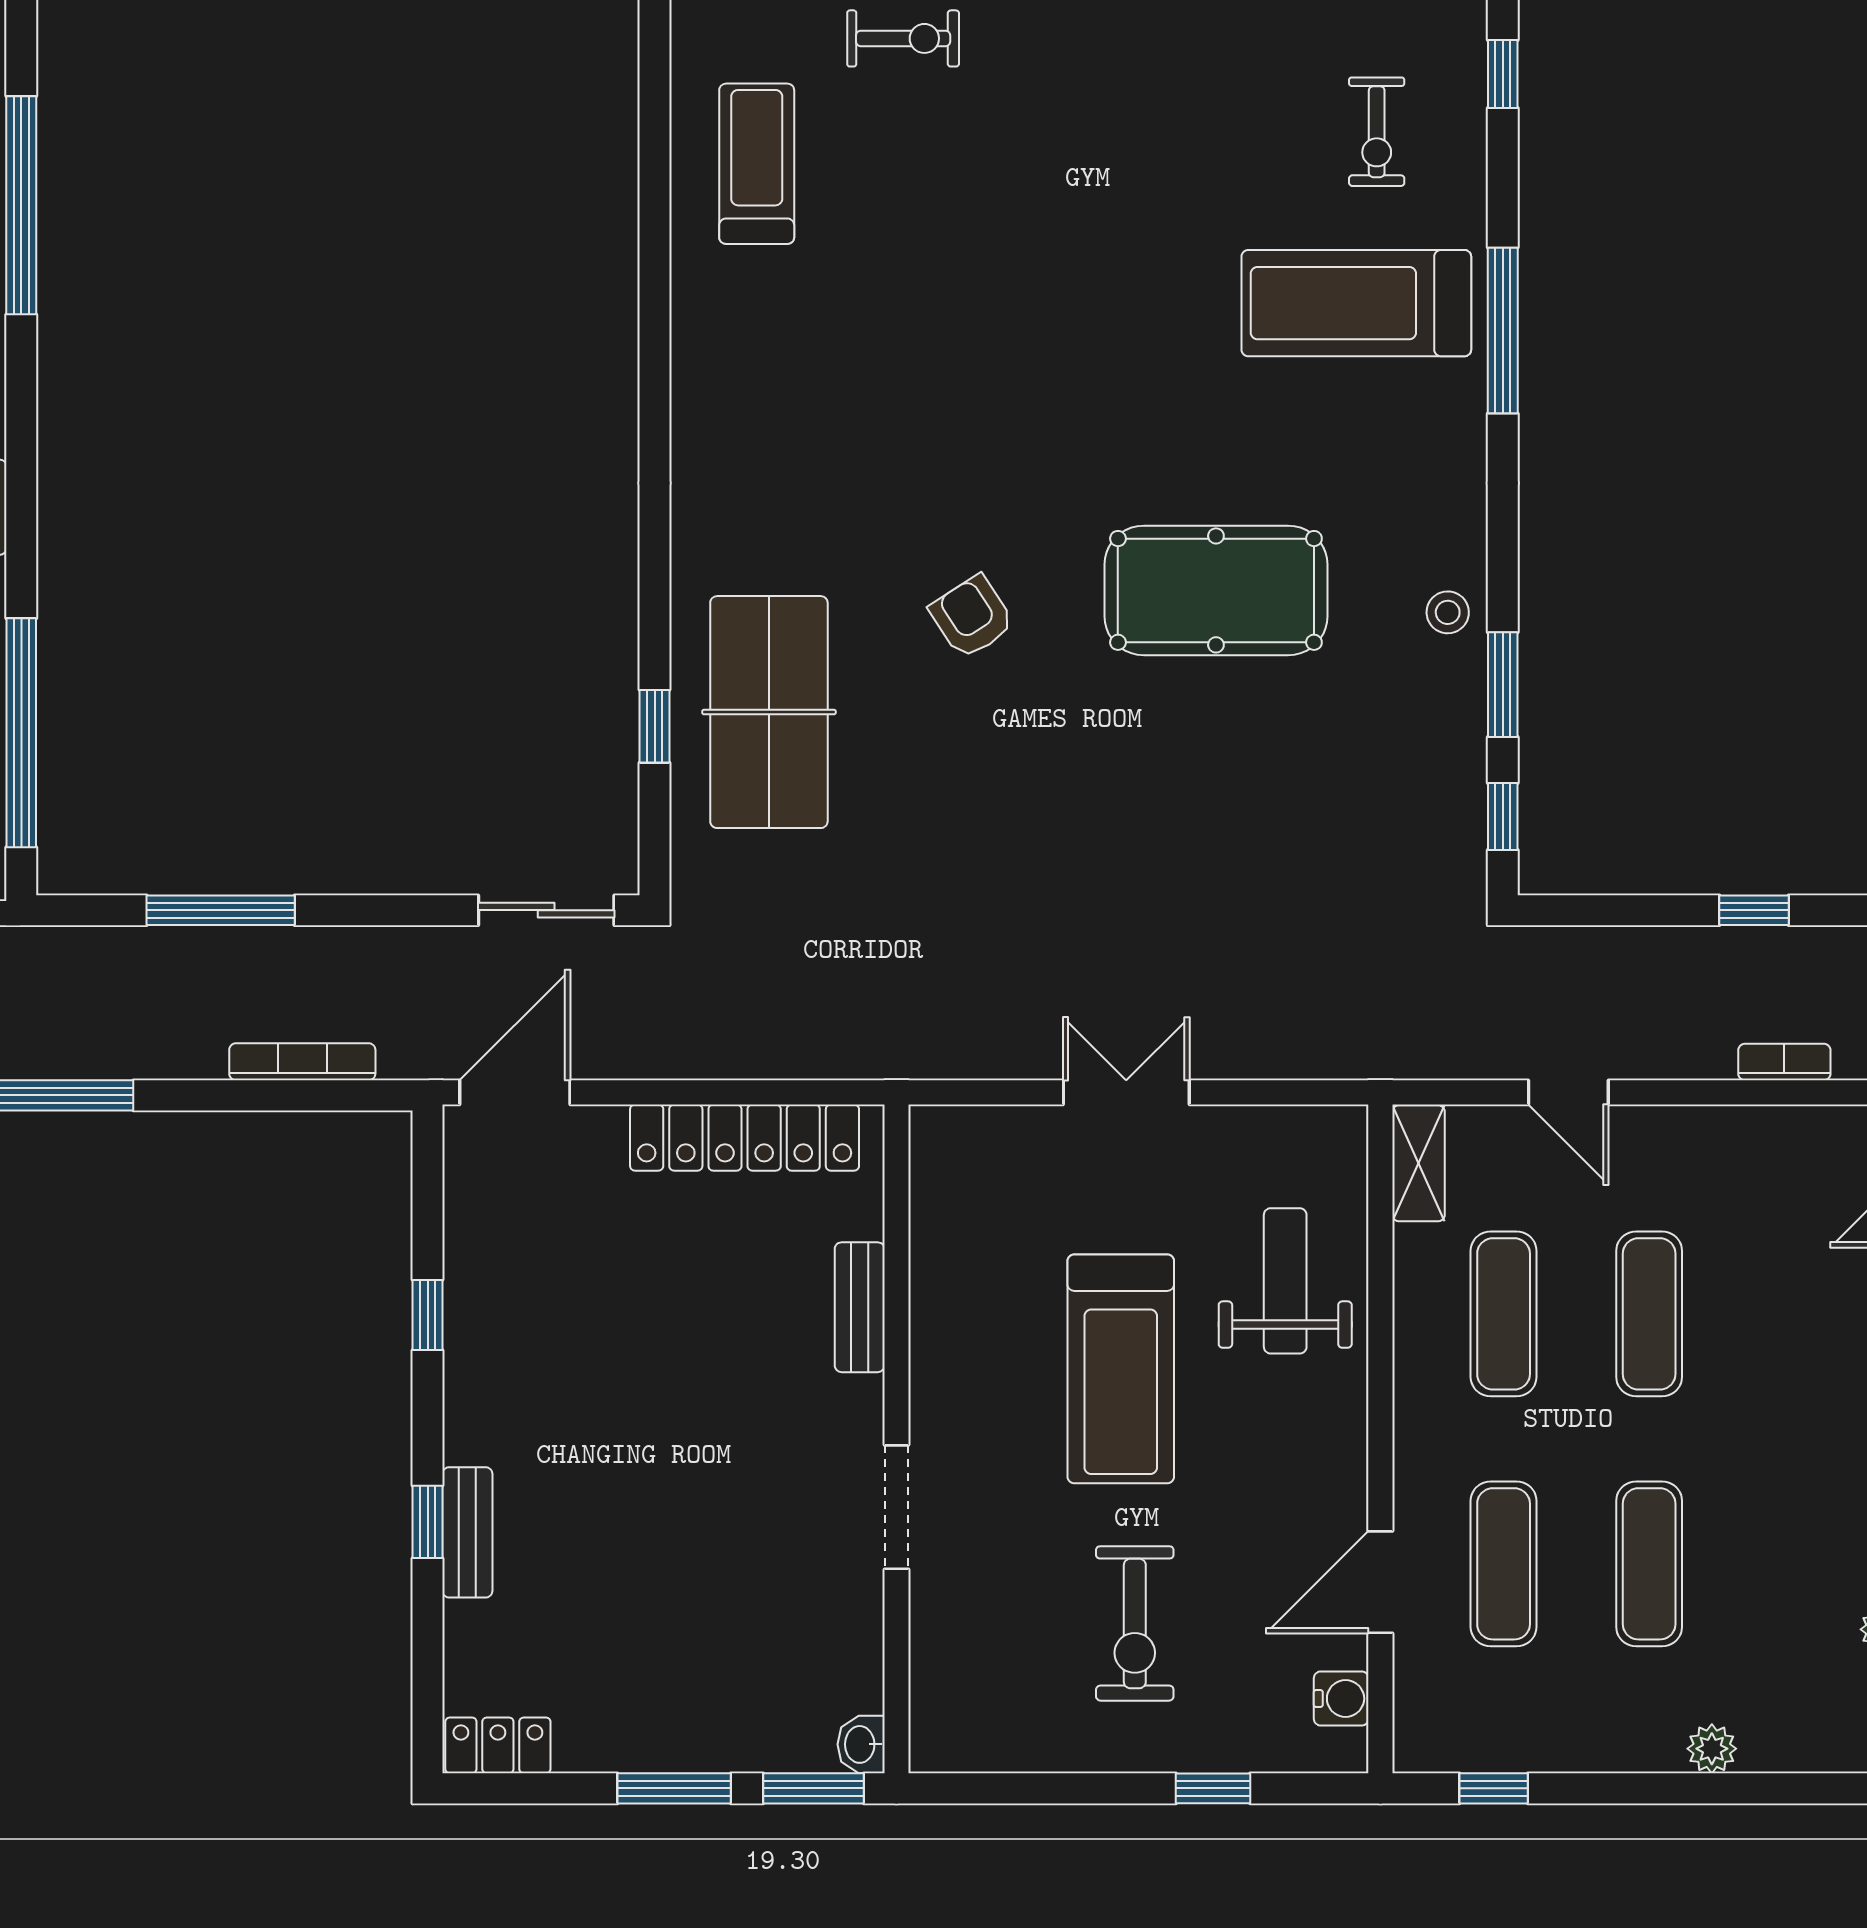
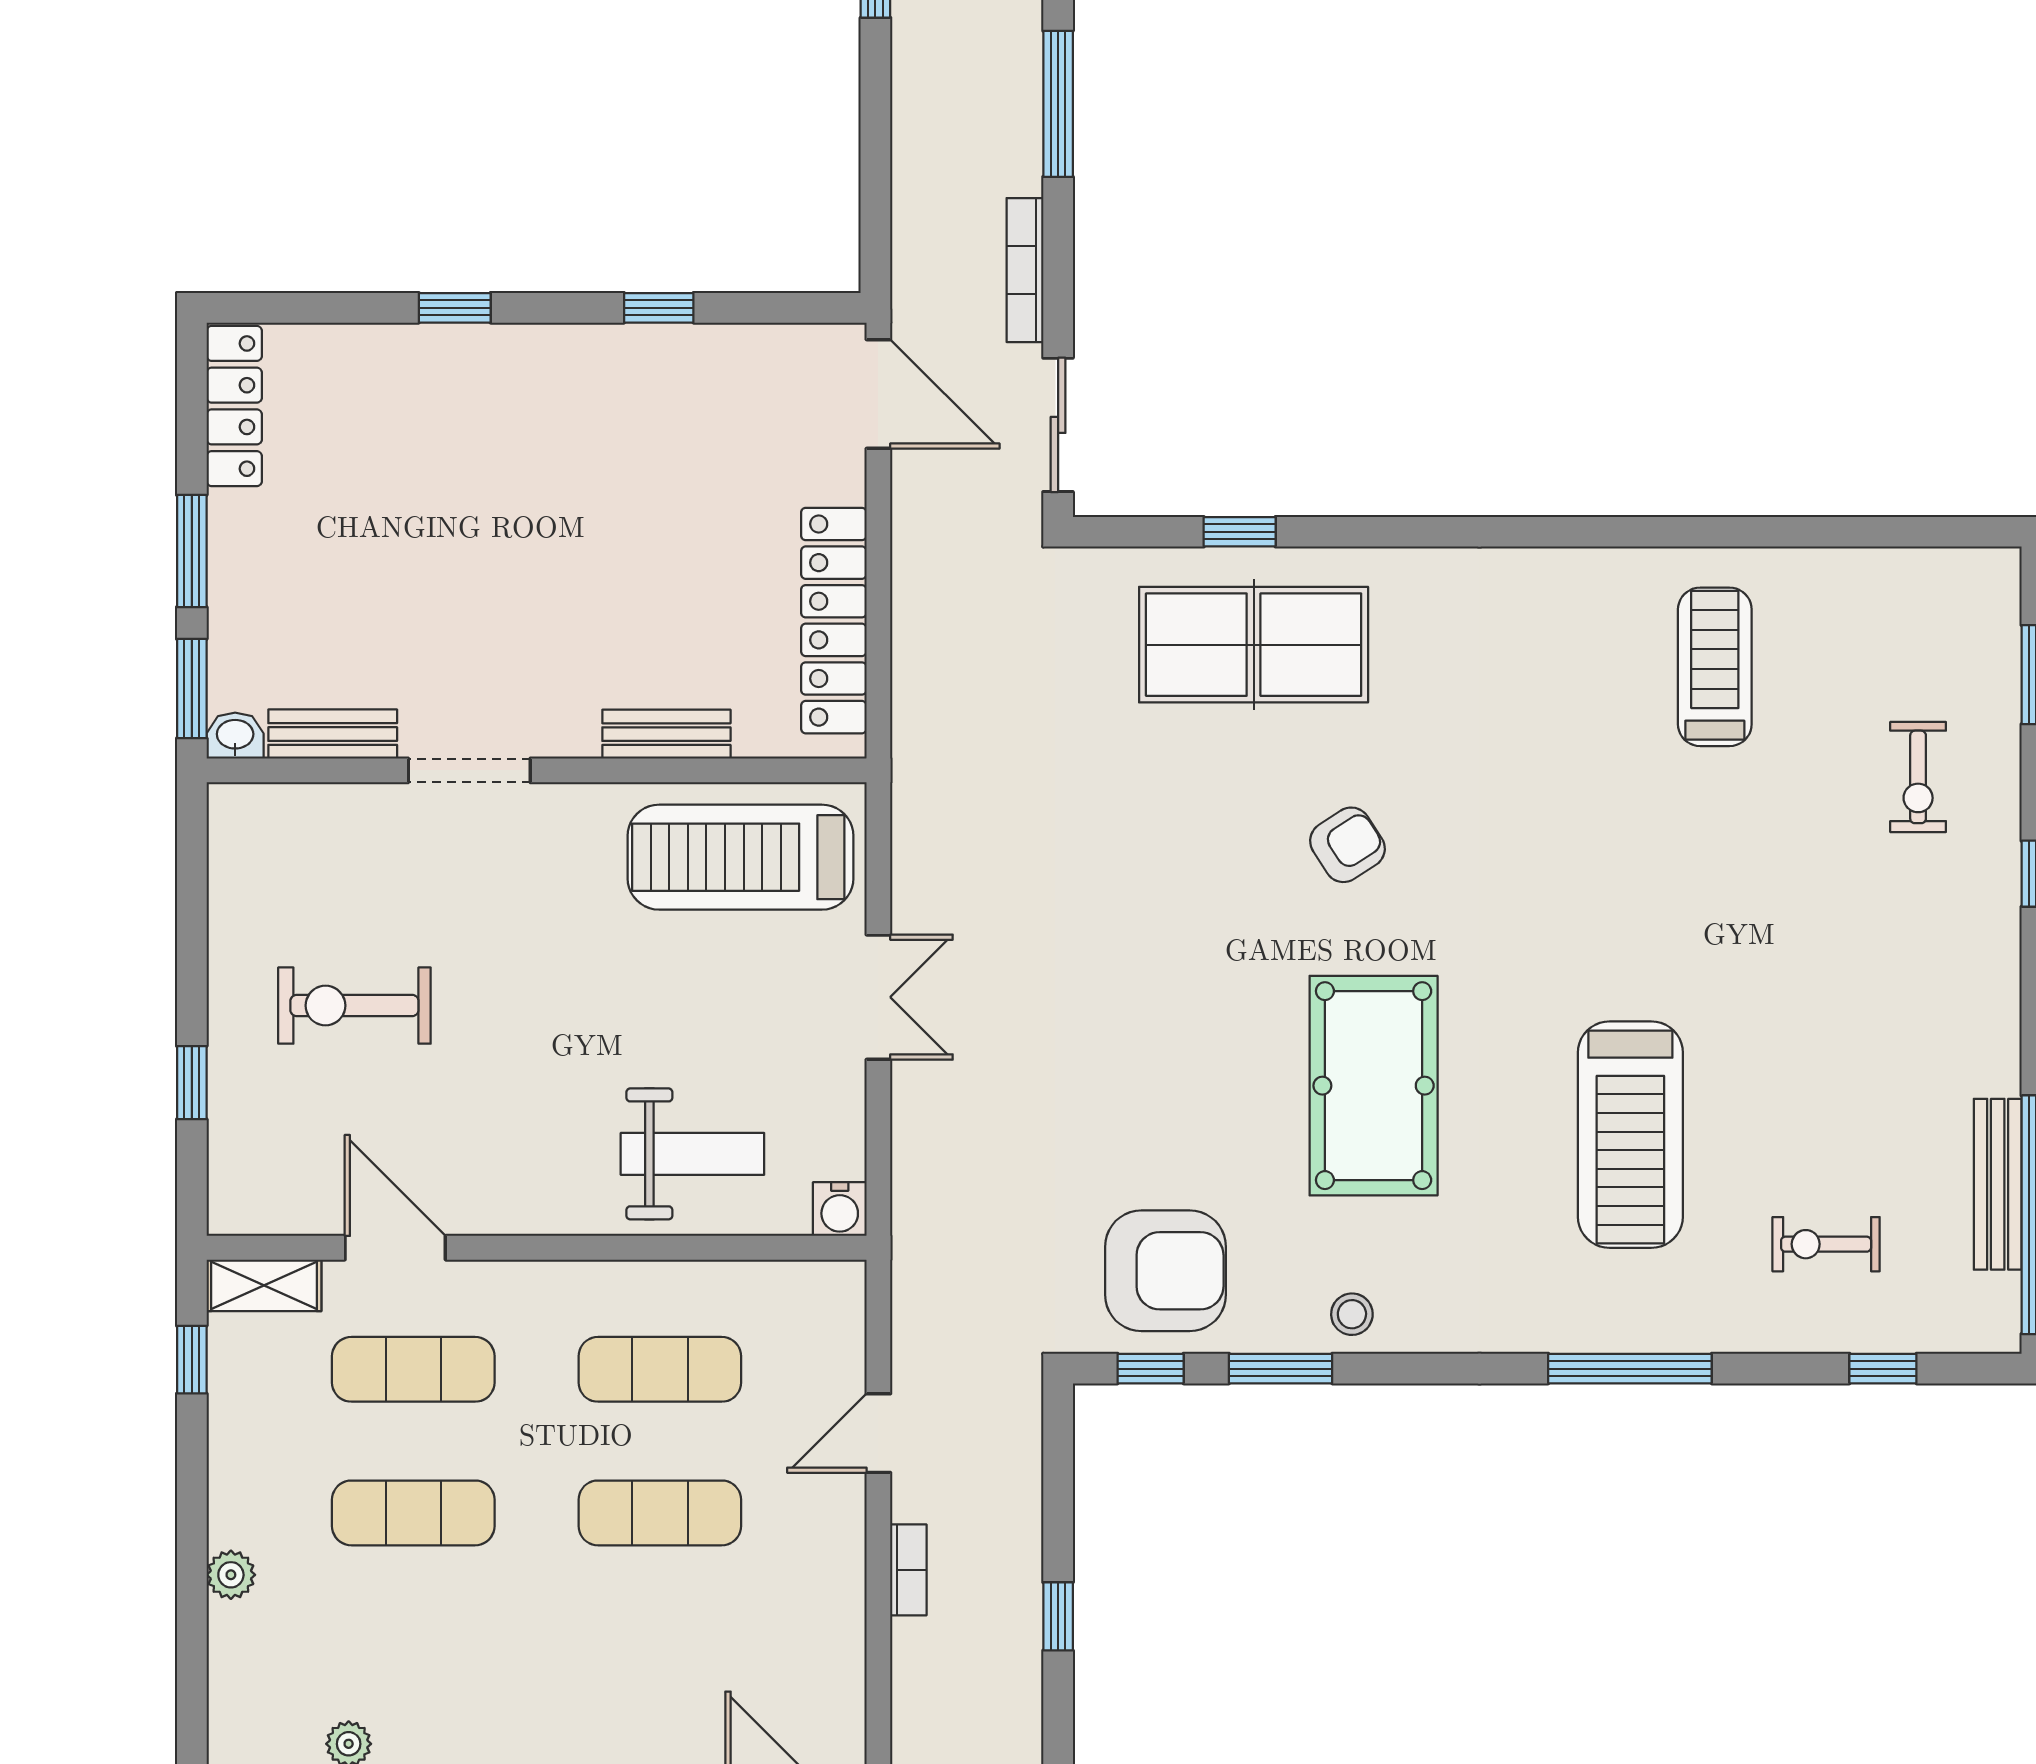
treadmill: (757, 164) -> (1715, 667), moved, turned -90
treadmill: (1356, 303) -> (1630, 1135), moved, turned 180
armchair: (1404, 801) -> (1166, 1271), added
bookcase: (302, 1062) -> (1025, 270), moved, turned 180
bookcase: (1784, 1062) -> (908, 1570), moved
shelving: (1418, 1163) -> (264, 1285), moved
treadmill: (1121, 1369) -> (741, 857), moved
bench: (467, 1532) -> (333, 734), moved
water cooler: (1341, 1698) -> (840, 1209), moved
locker: (498, 1745) -> (234, 406), width x1.53

